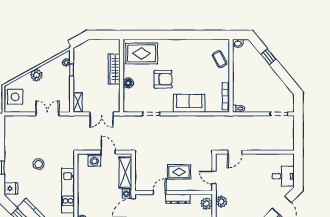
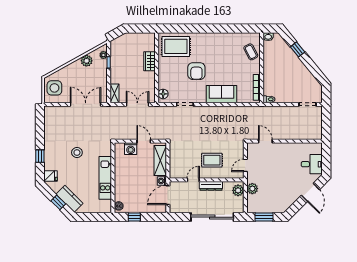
wardrobe: (114, 69) -> (149, 61), width x0.67
plant: (36, 75) -> (87, 61), moved
armchair: (163, 79) -> (196, 71), turned 90
floor lamp: (128, 83) -> (163, 94), moved
double door: (47, 114) -> (86, 104), width x1.37
double door: (102, 114) -> (137, 104), swing flipped
door: (235, 152) -> (265, 141), swing flipped
door: (214, 178) -> (245, 165), hinge flipped

